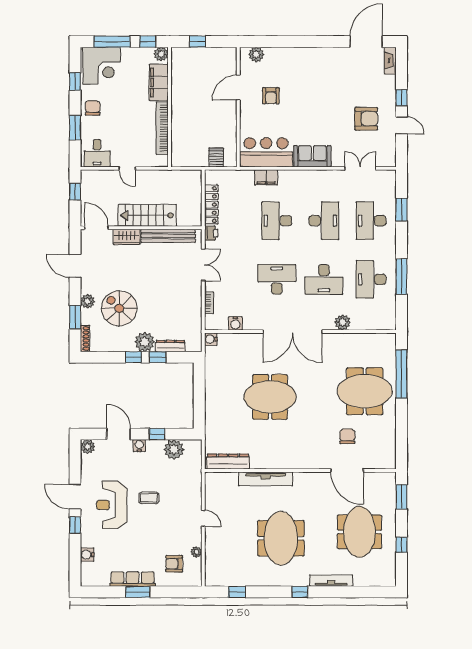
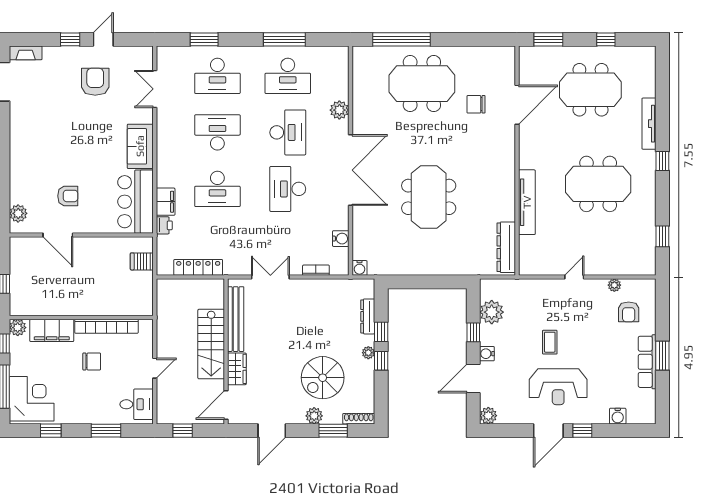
chair: (93, 108) -> (92, 362), moved, turned 180
printer: (211, 233) -> (164, 225), moved, turned 90
plant: (145, 342) -> (368, 353), width x0.53, depth x0.53
meeting table: (365, 391) -> (422, 84), turned 90

